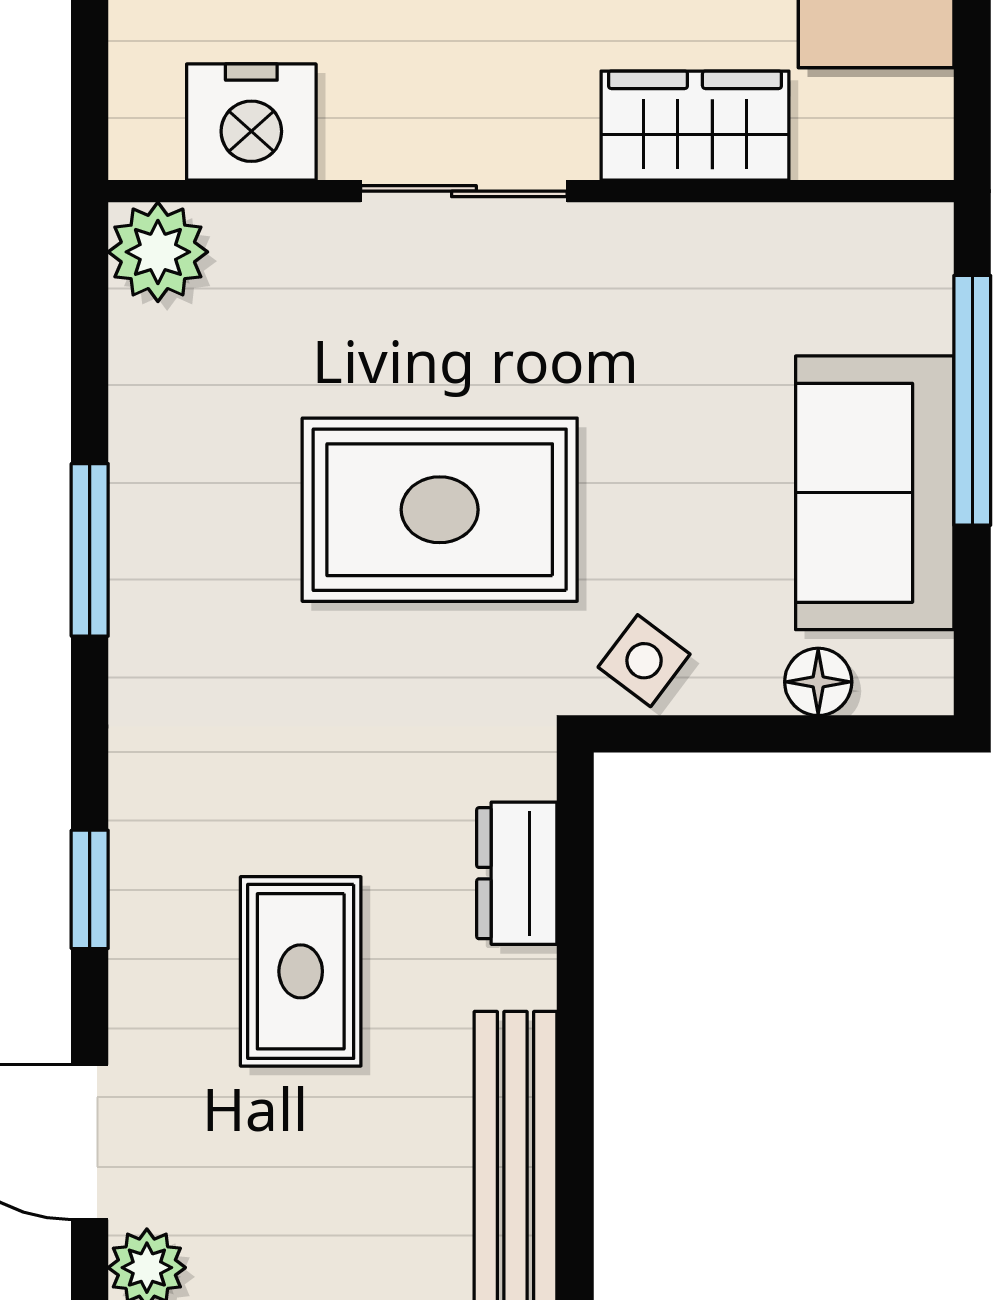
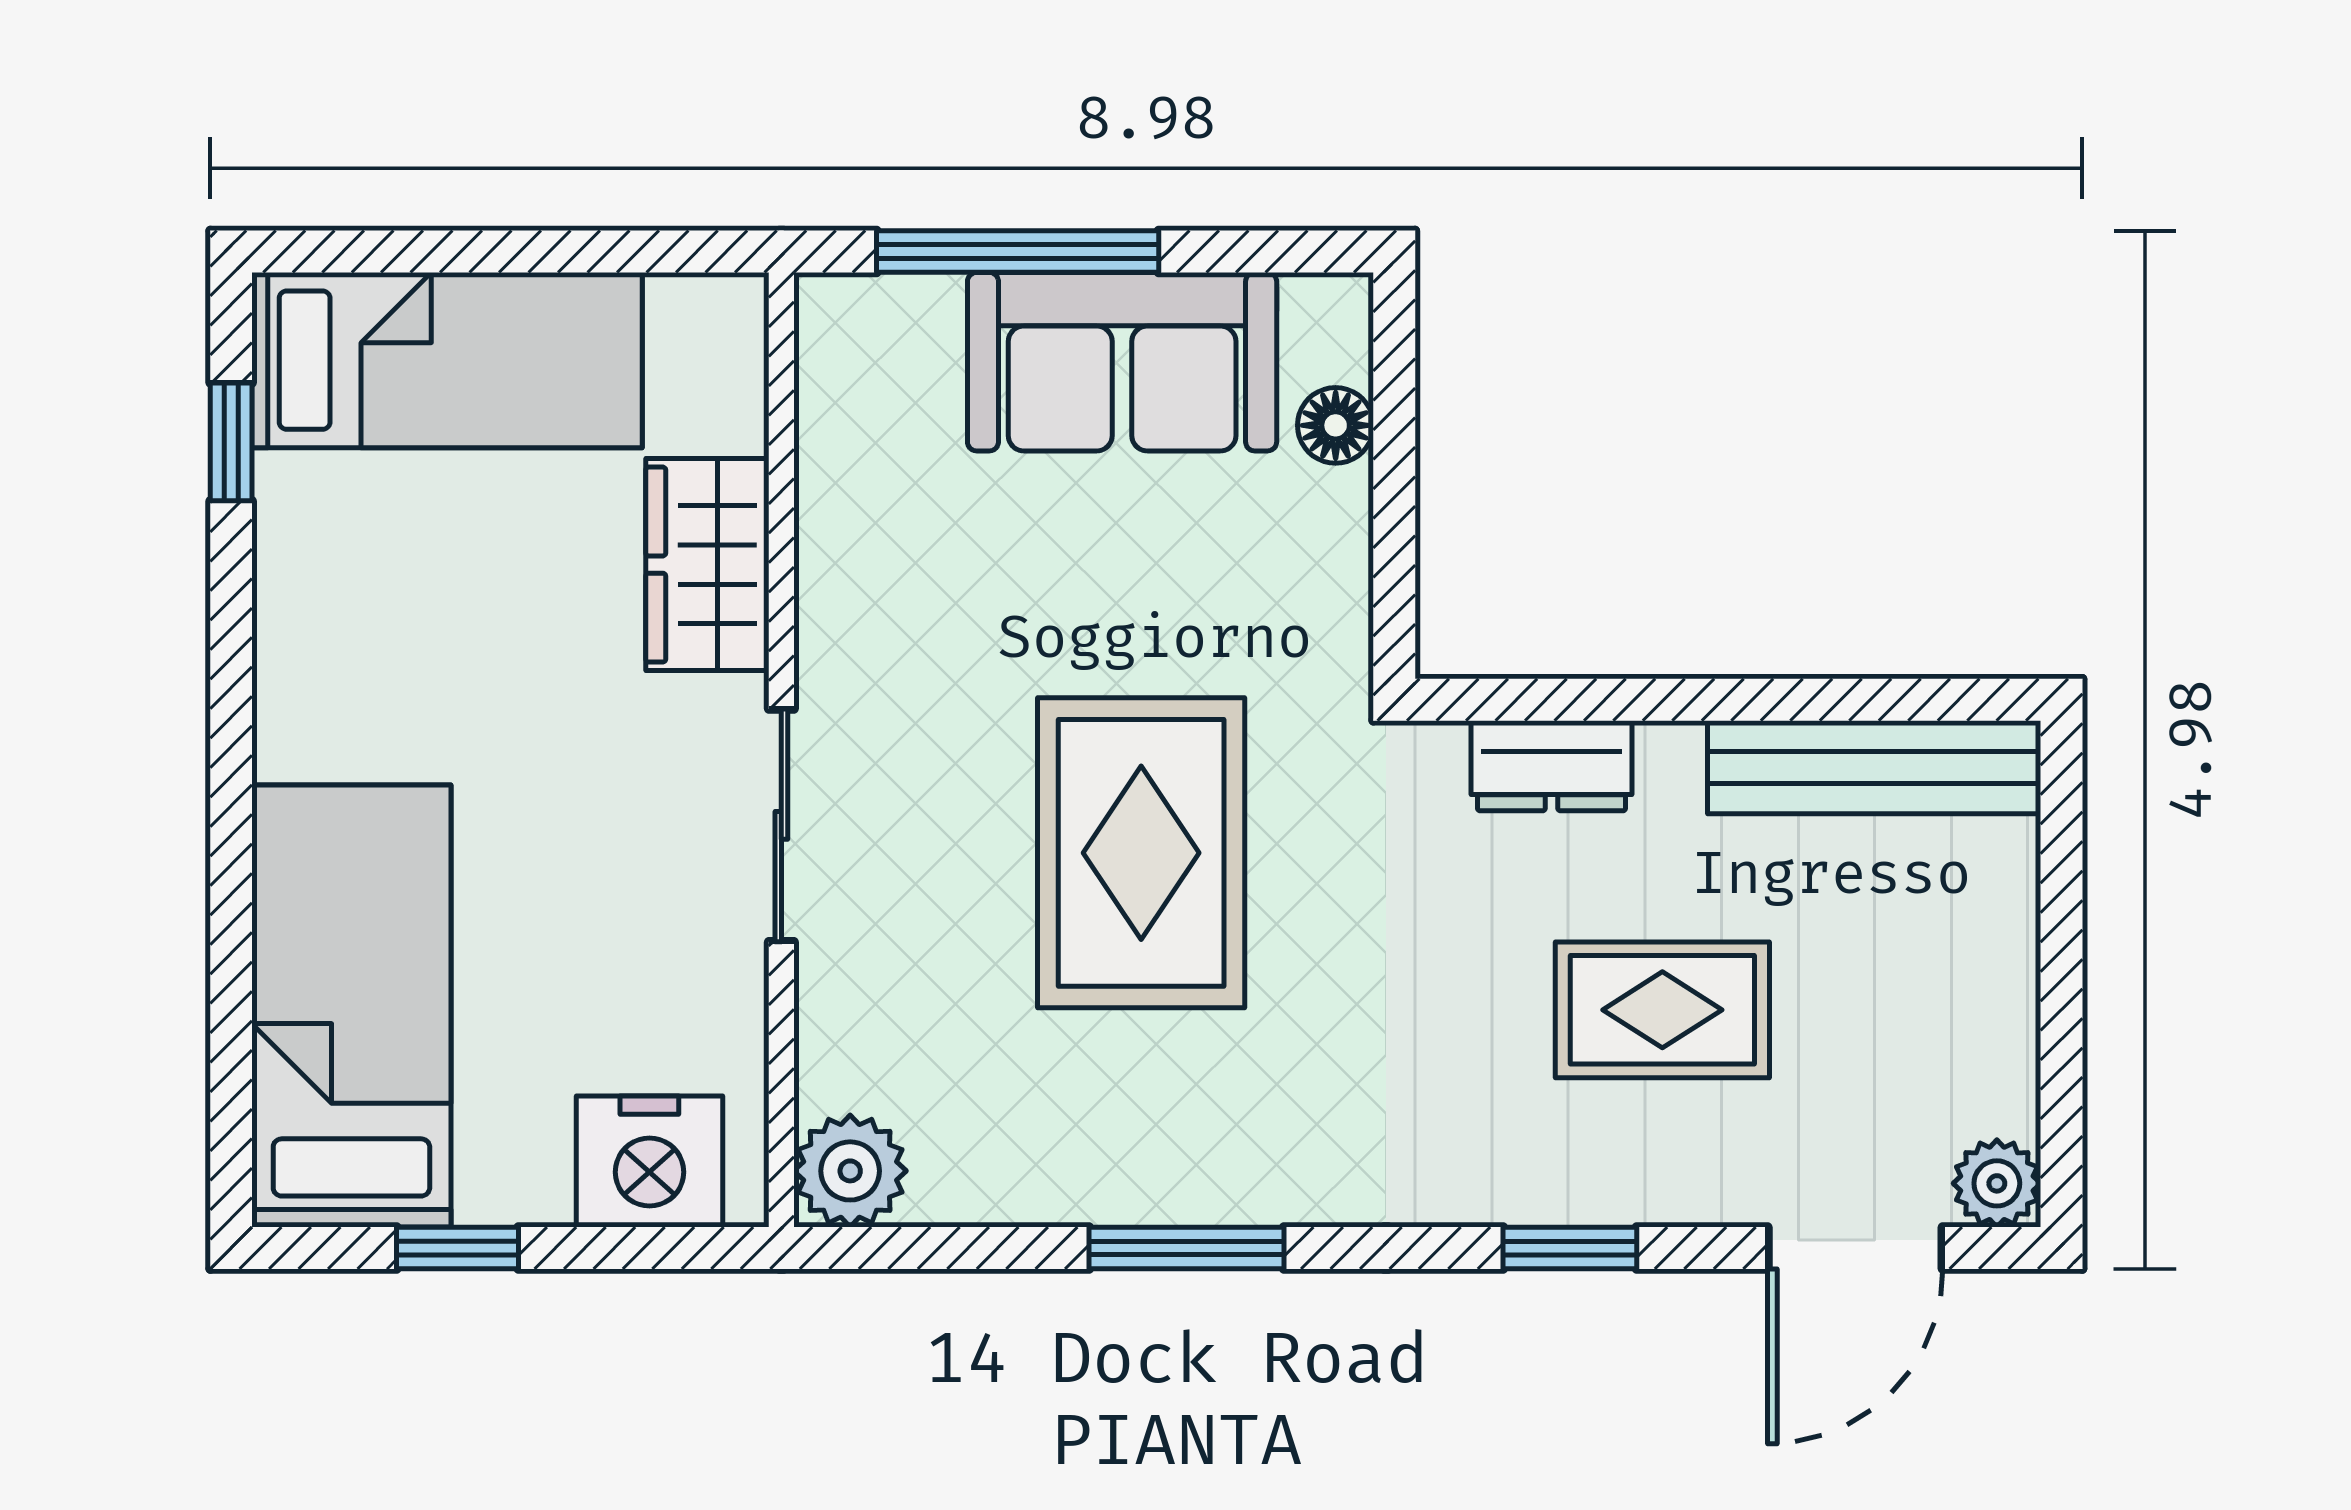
nightstand: (251, 122) -> (649, 1162), moved, turned 90
side table: (644, 661) -> (1312, 622), removed

